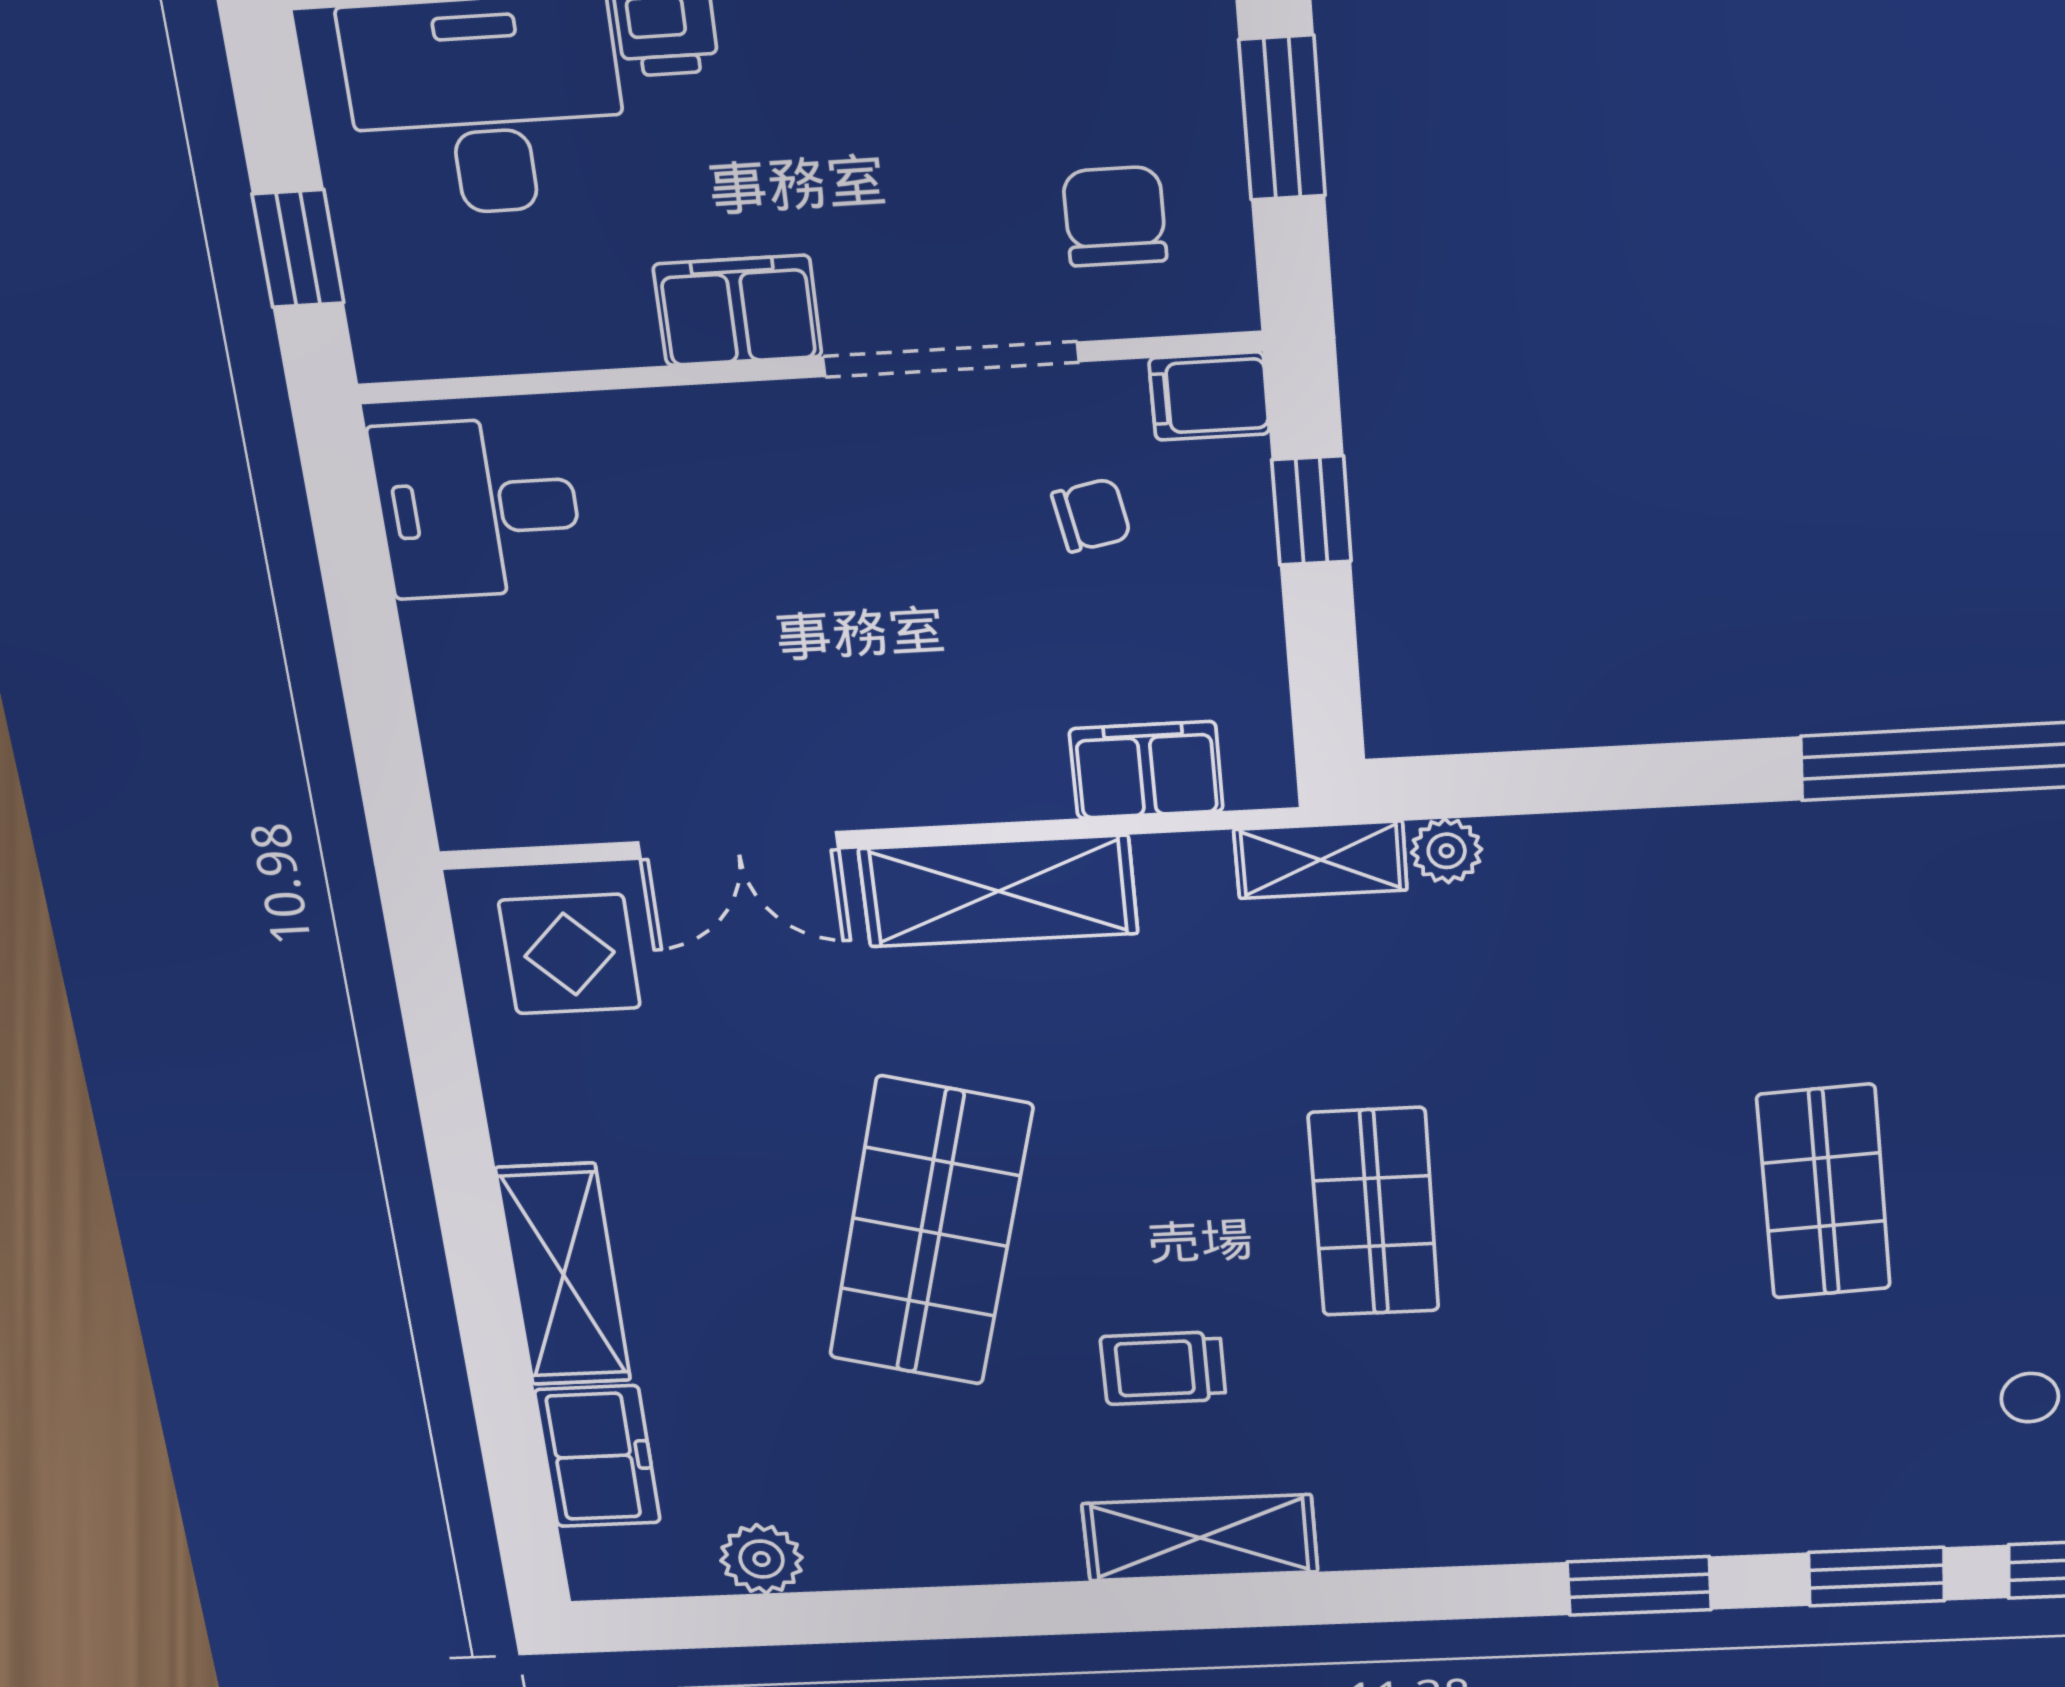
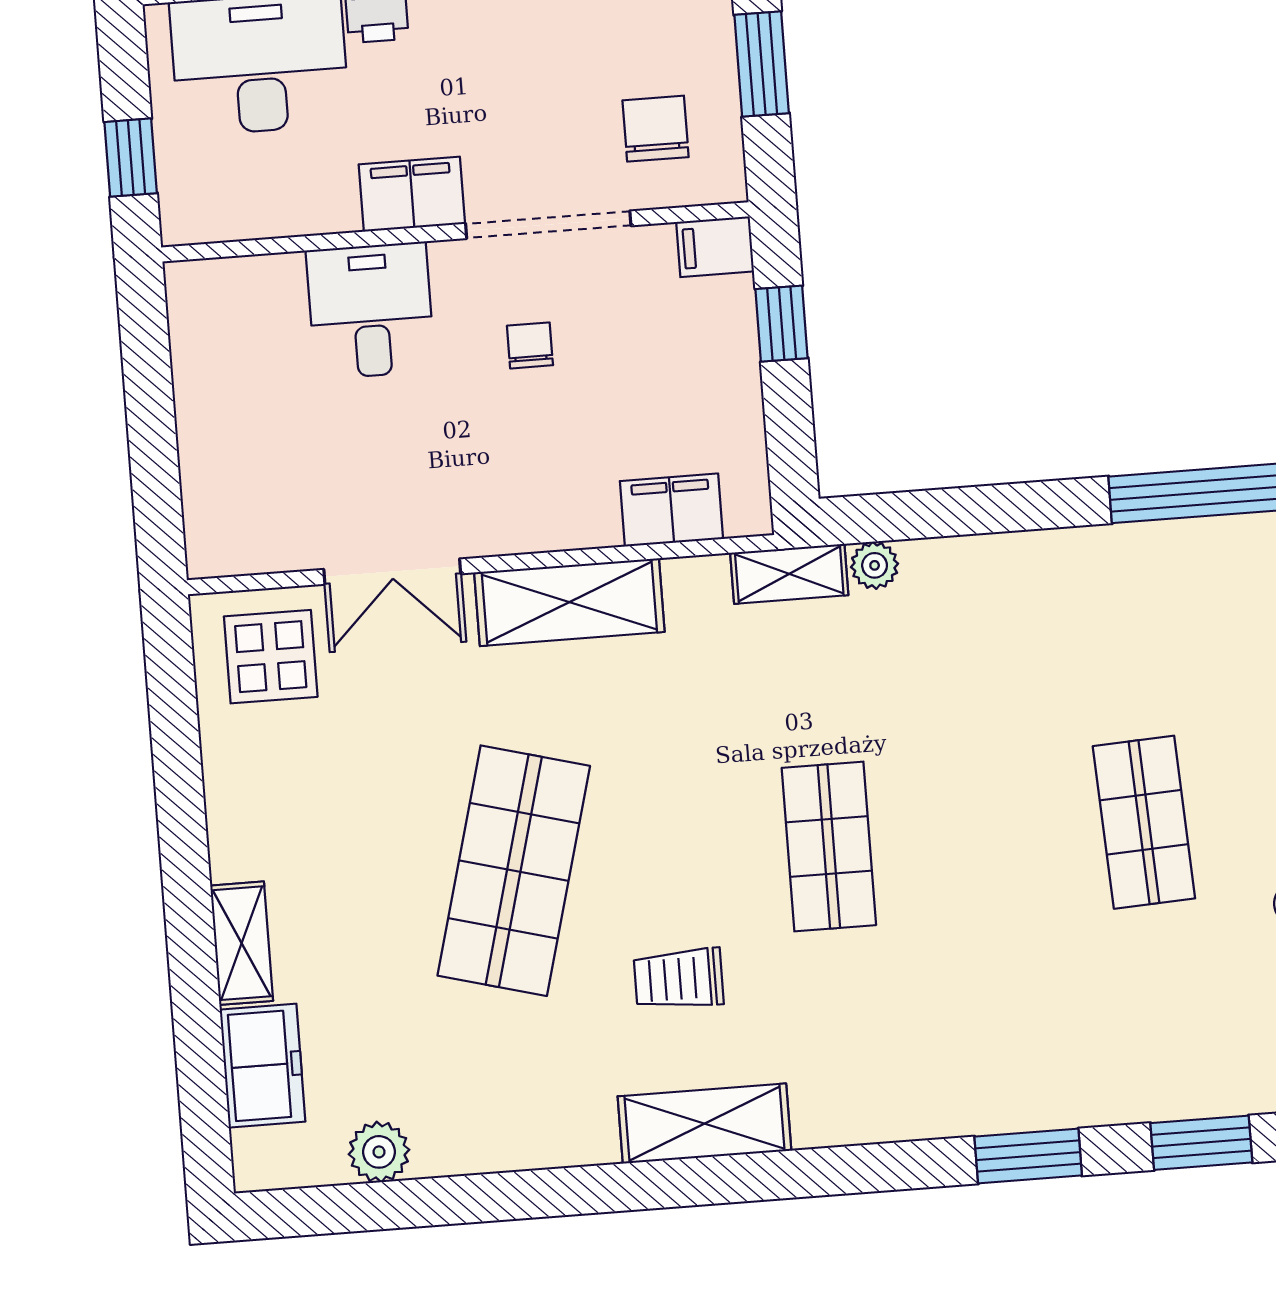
desk: (478, 508) -> (371, 311), moved, turned 90
chair: (1091, 515) -> (530, 345), moved, turned -79
shelving: (564, 1275) -> (242, 943), width x0.67, depth x0.75

